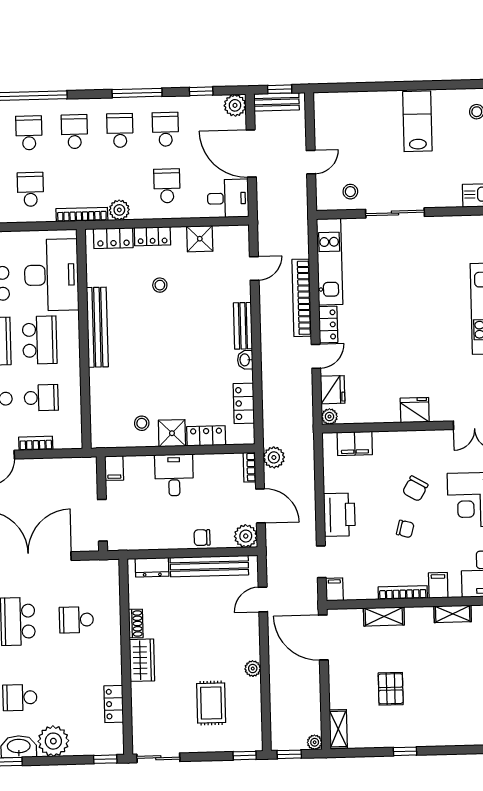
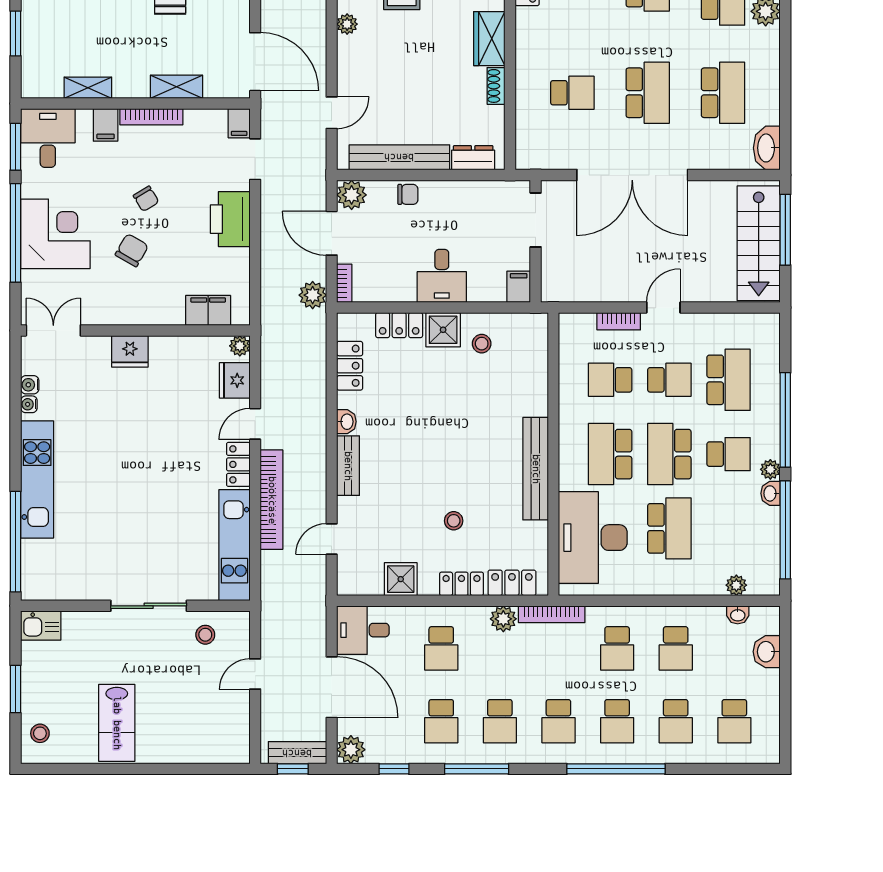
chair: (405, 529) -> (146, 199), turned -136

